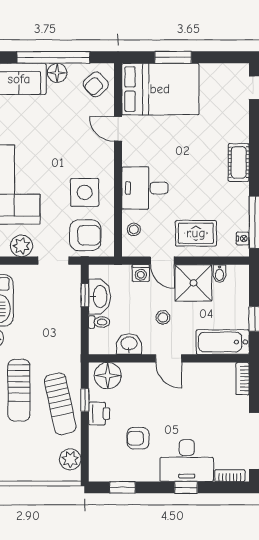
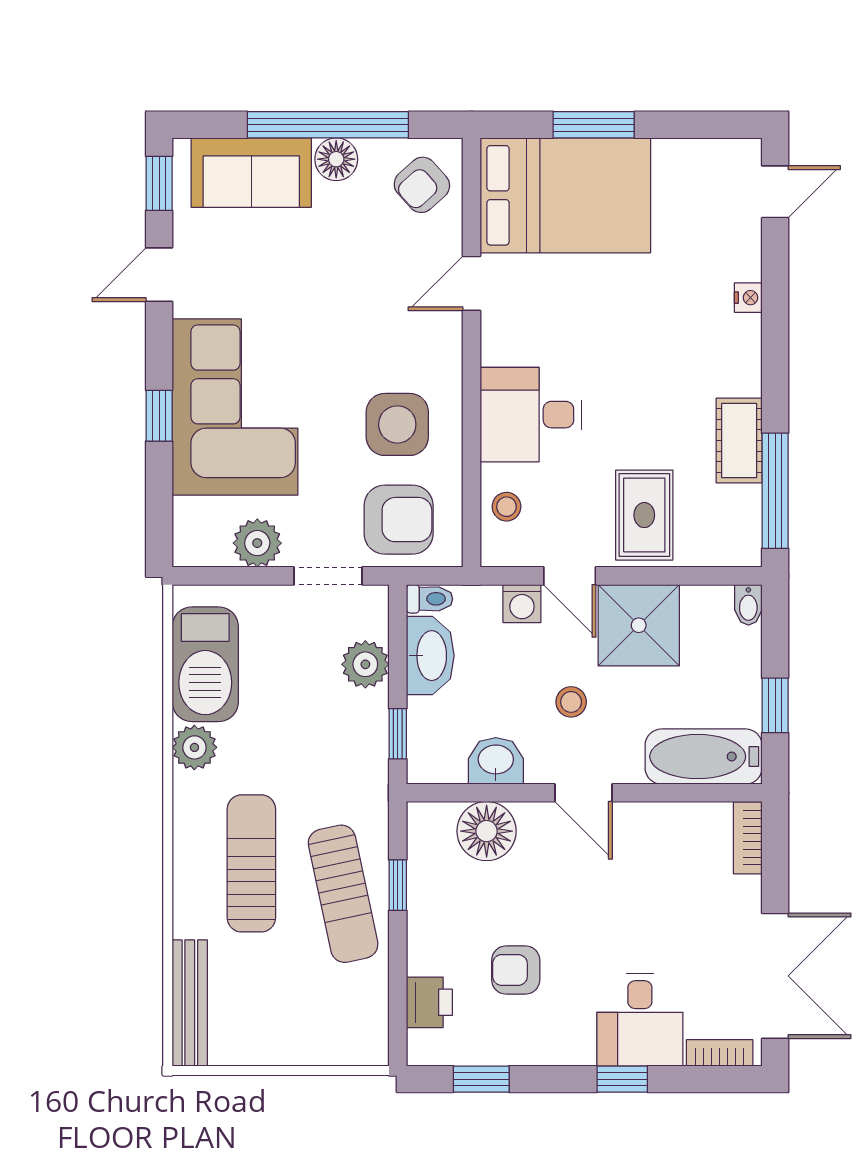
door: (118, 129) -> (471, 283), hinge flipped
cot: (239, 162) -> (739, 441), moved
rug: (196, 233) -> (644, 515), turned 90
nightstand: (243, 239) -> (748, 298), moved
bidet: (220, 274) -> (748, 605), moved
window: (85, 295) -> (398, 734), moved
toilet: (99, 322) -> (430, 599), moved
floor lamp: (108, 376) -> (487, 831), moved
sun lounger: (19, 390) -> (251, 863), turned 180
printer: (99, 414) -> (429, 1002), moved
plant: (70, 459) -> (365, 664), moved
desk: (187, 461) -> (640, 1020), width x0.73

